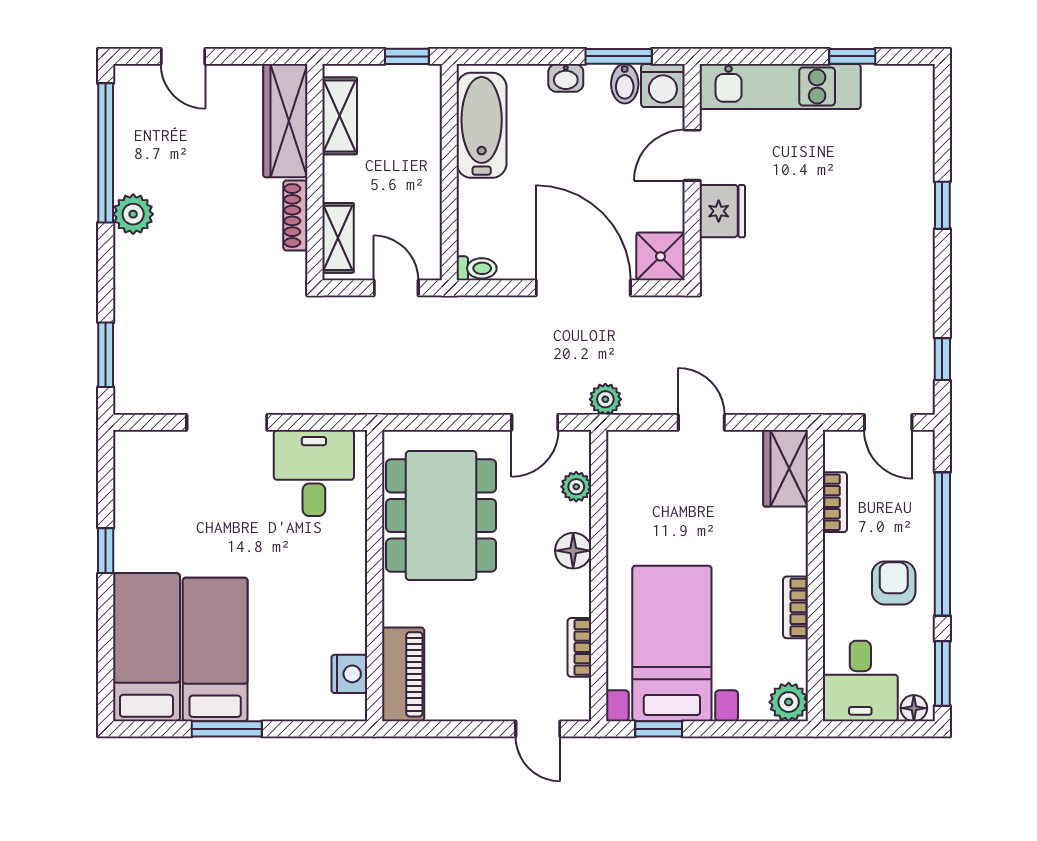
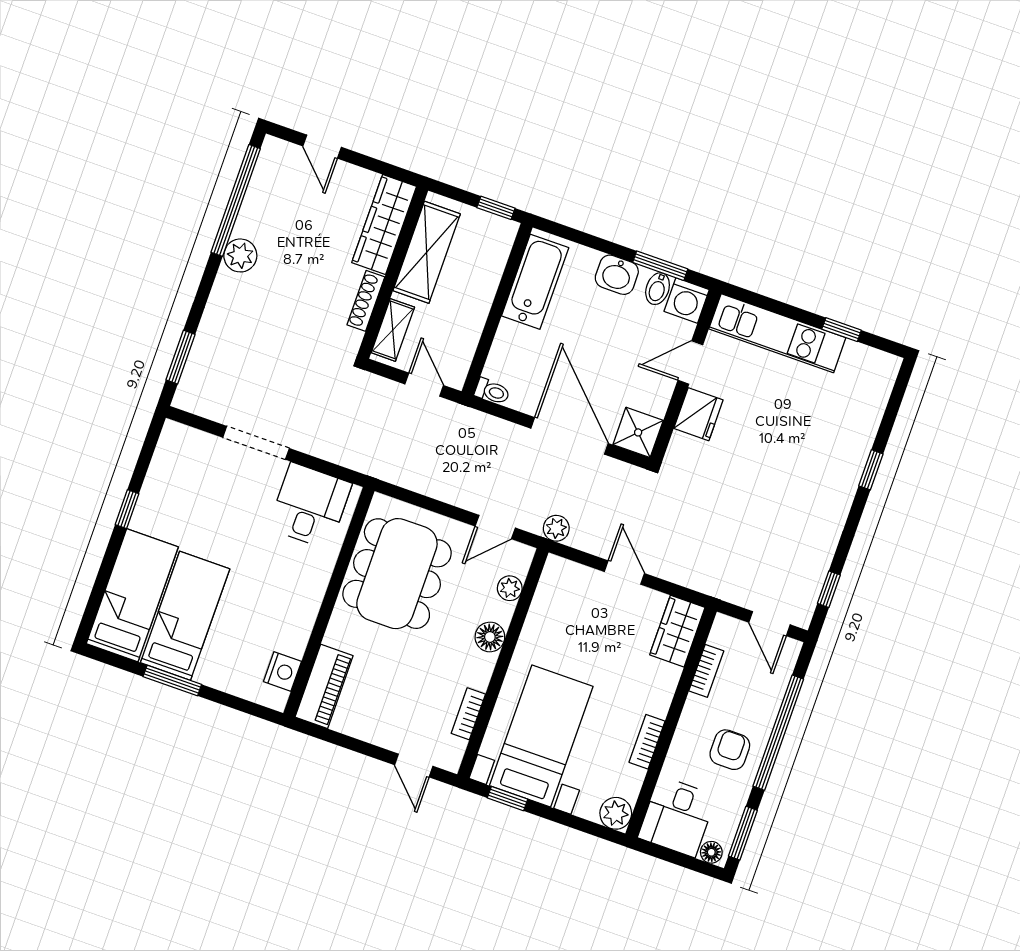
washbasin: (566, 78) -> (617, 275), width x1.38, depth x1.45
shelving: (340, 116) -> (427, 252), width x1.50, depth x1.33

